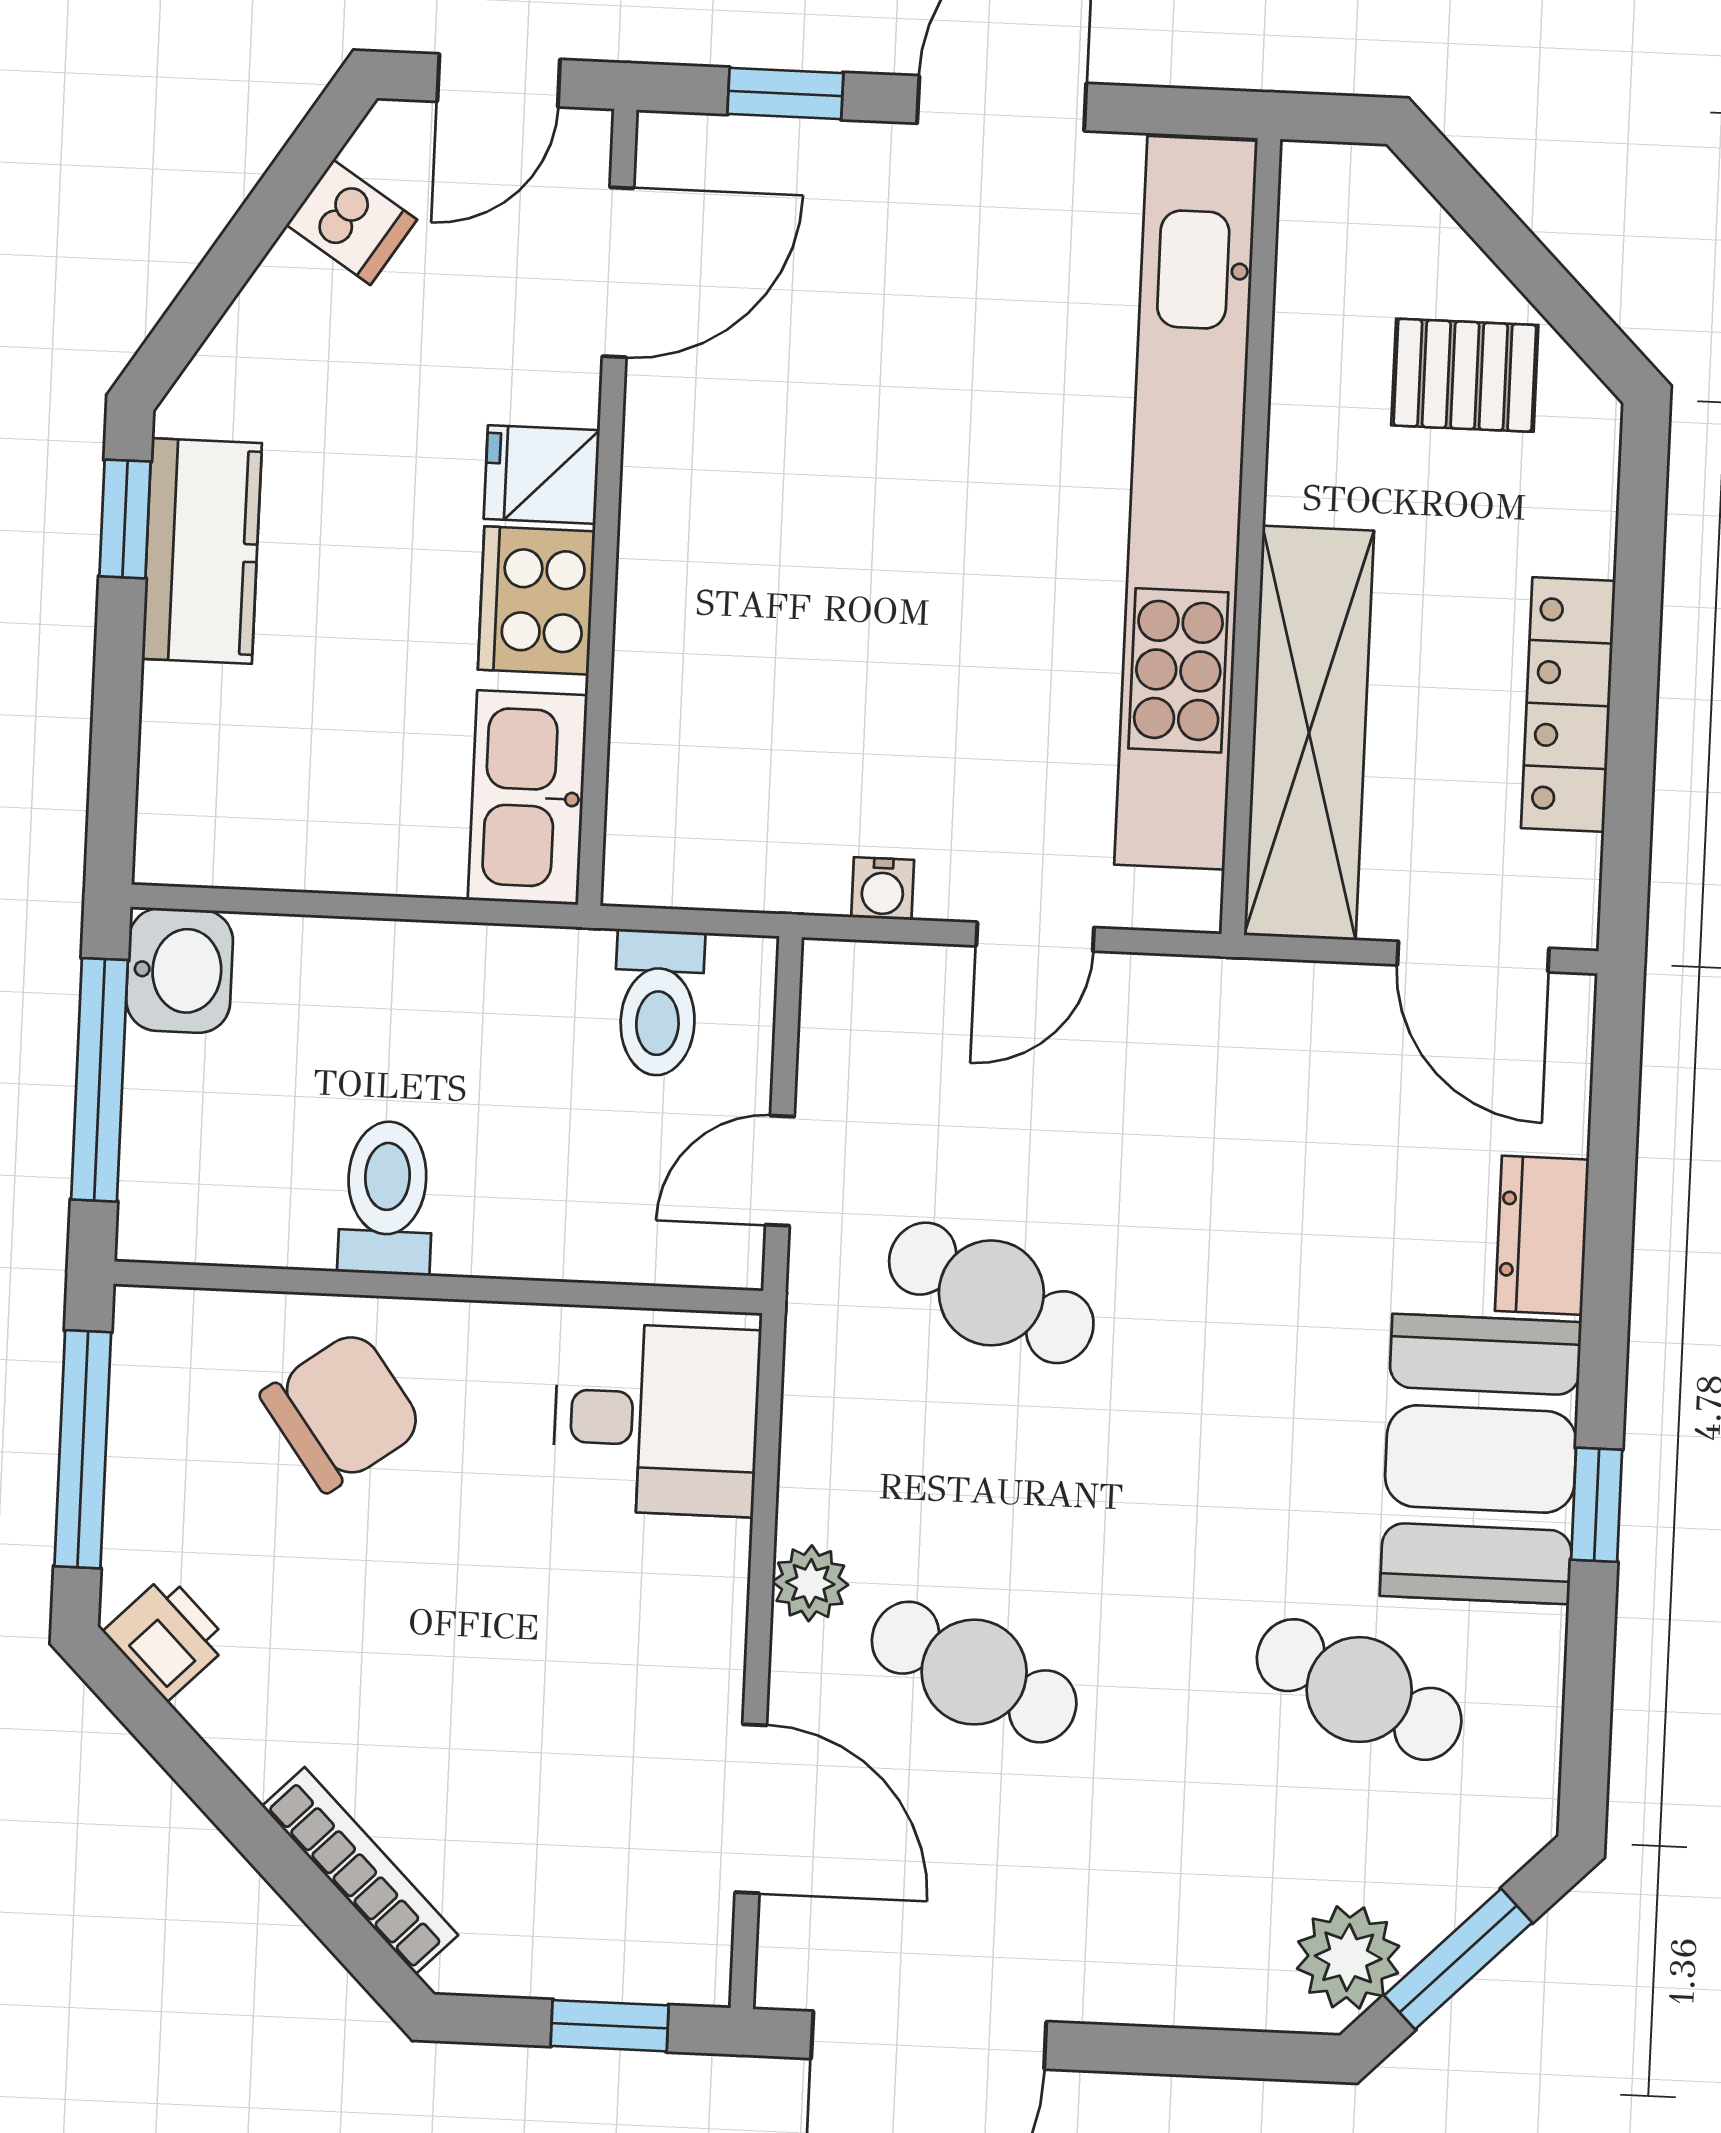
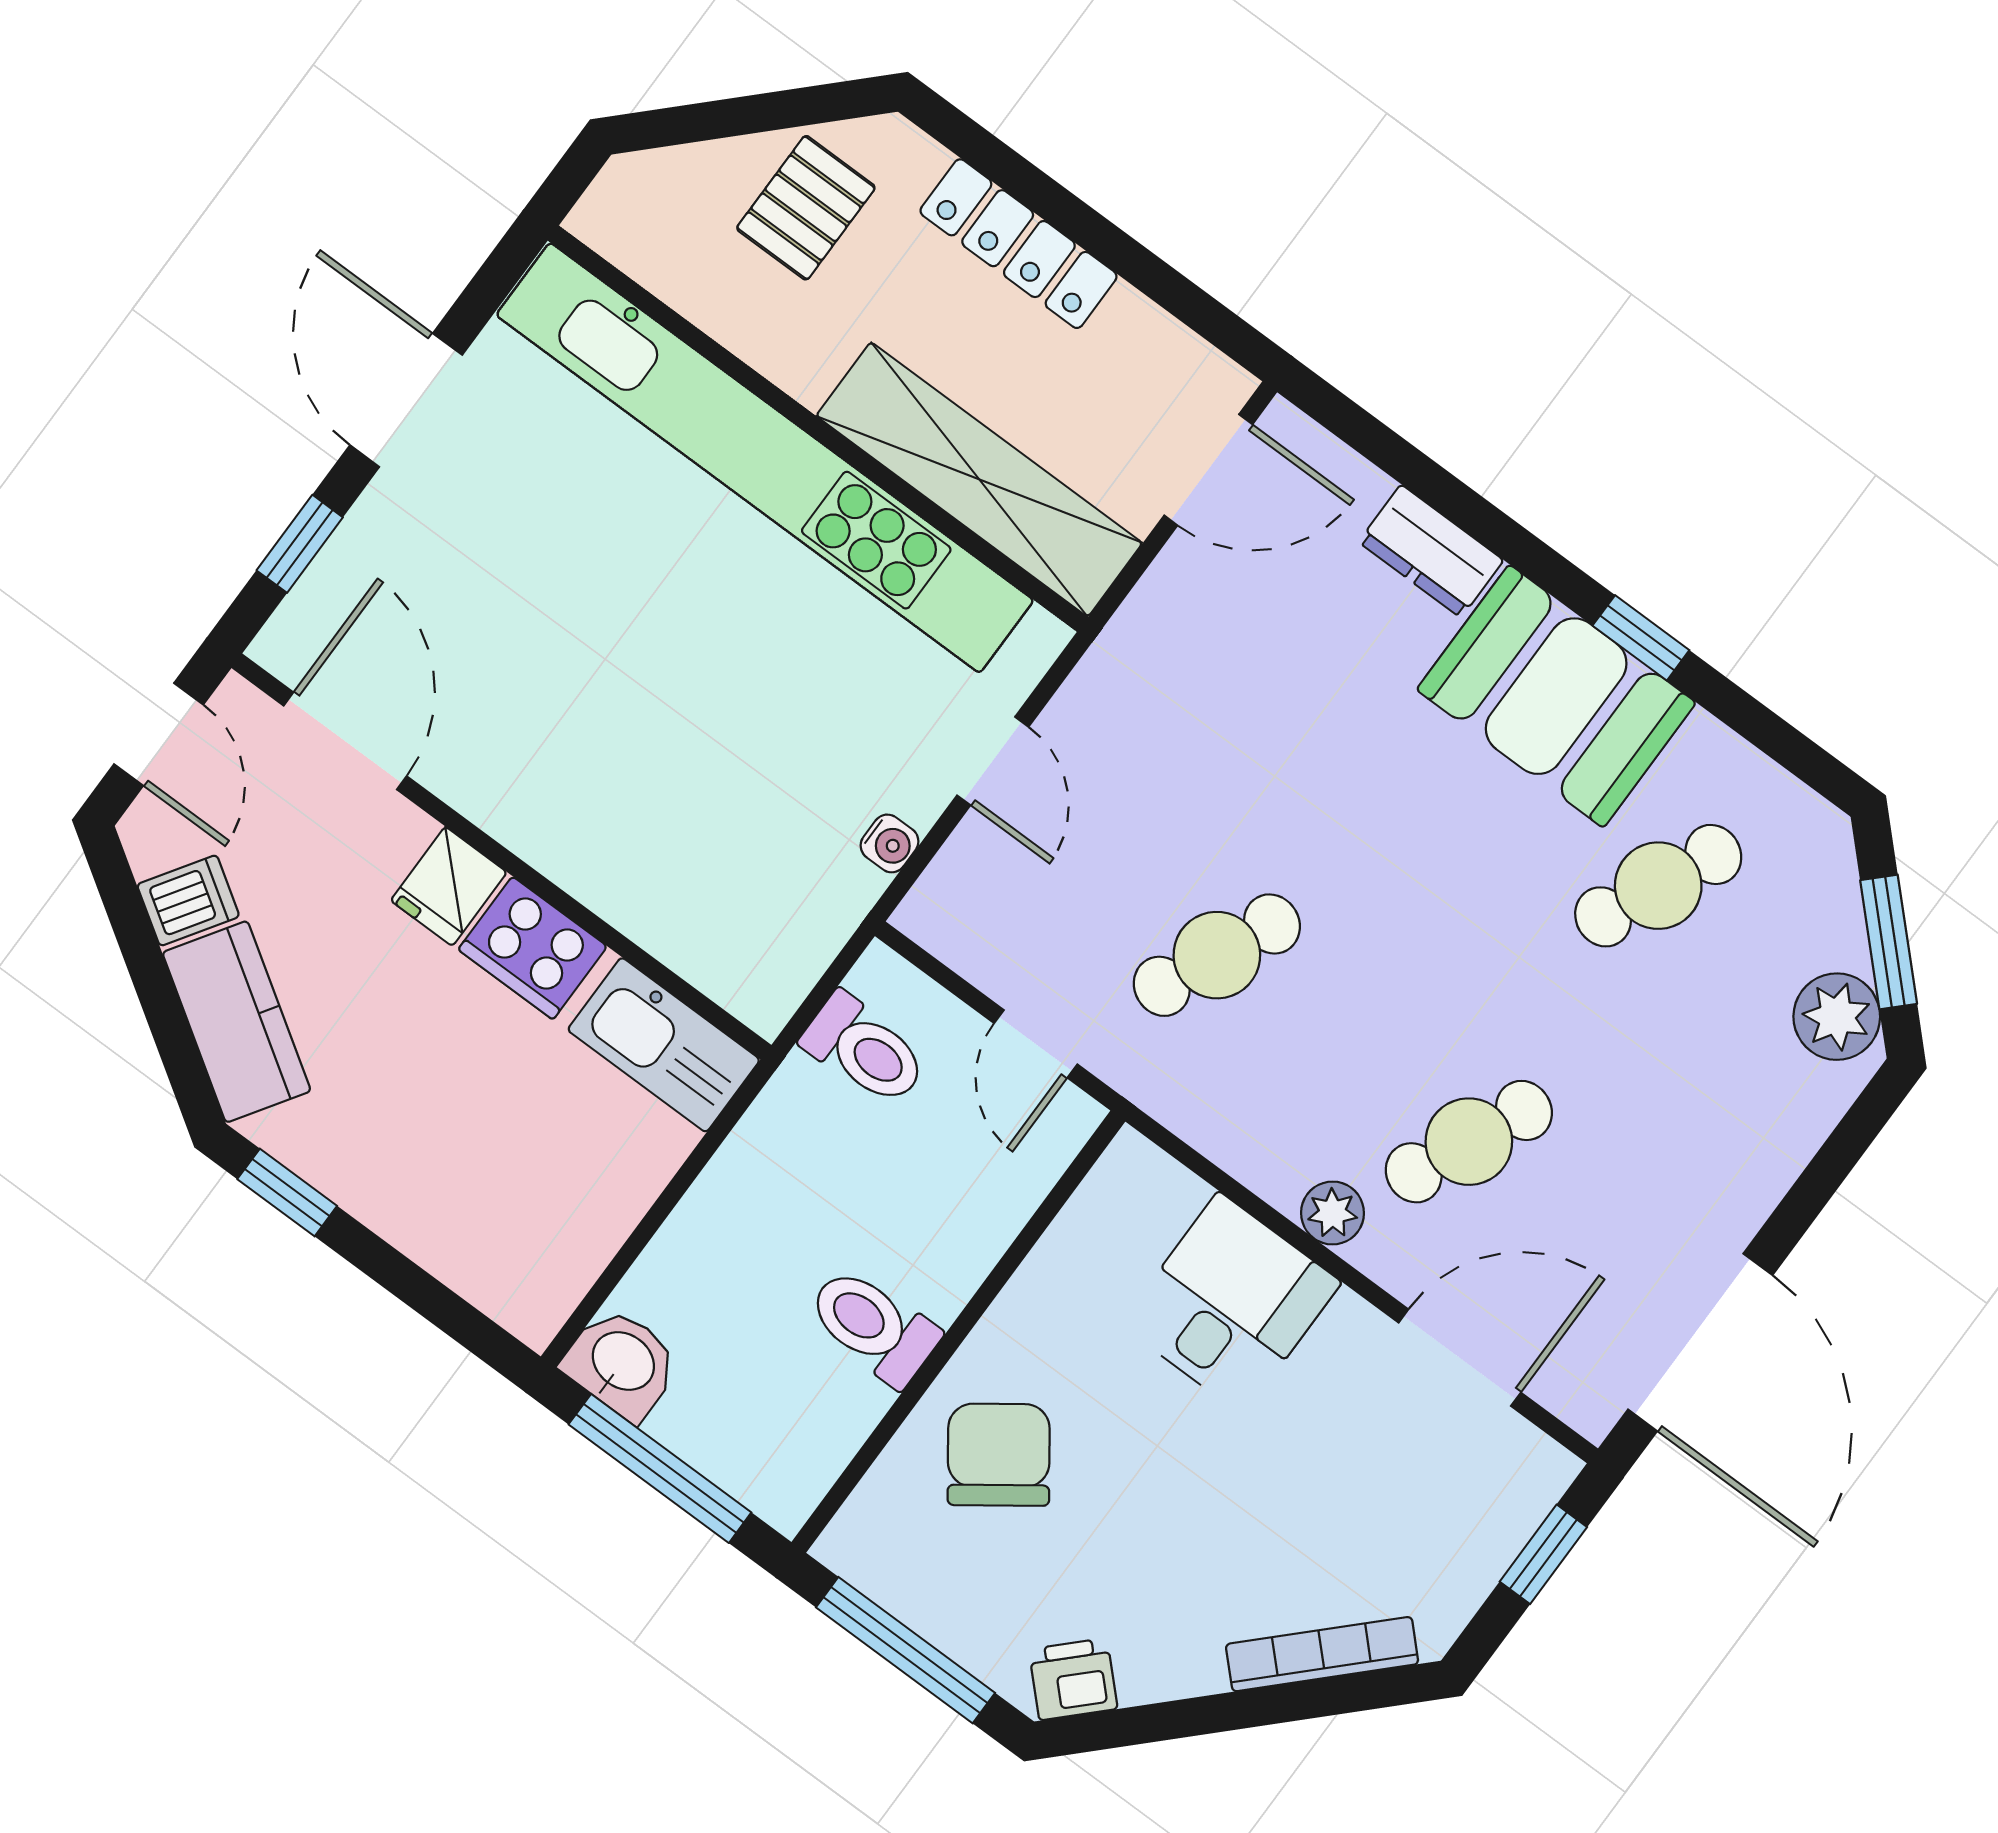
kitchen counter: (202, 551) -> (237, 1022), moved, turned 33
locker: (1568, 704) -> (1019, 244), moved
desk: (656, 1419) -> (1231, 1303), moved

